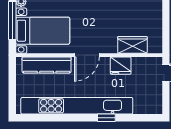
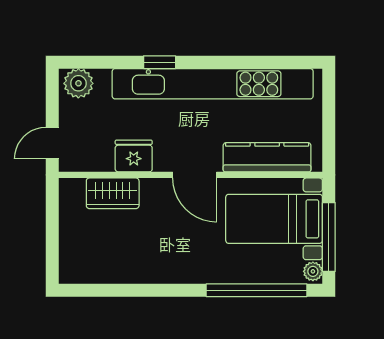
door: (87, 55) -> (195, 175), swing flipped
plant: (151, 106) -> (78, 83), added

